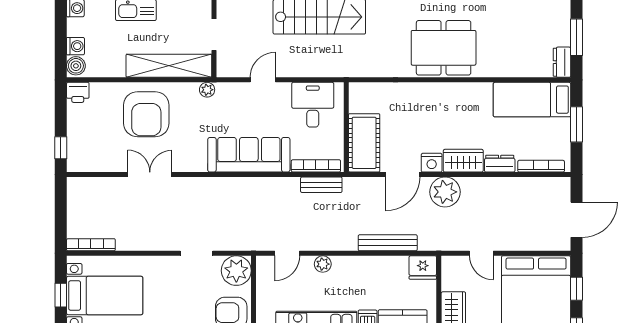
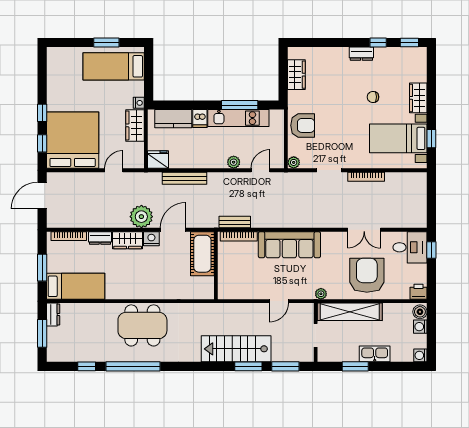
desk: (313, 105) -> (410, 247), moved, turned -90
bookcase: (91, 245) -> (366, 177), moved
door: (481, 253) -> (114, 170), hinge flipped
plant: (236, 271) -> (294, 162), width x0.53, depth x0.53

